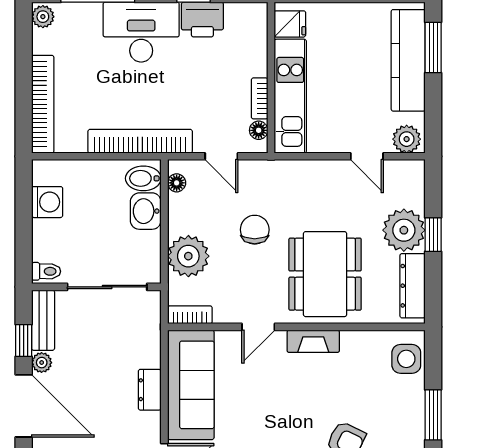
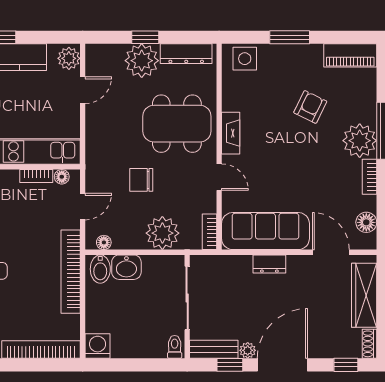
washing machine: (47, 202) -> (98, 346), moved

